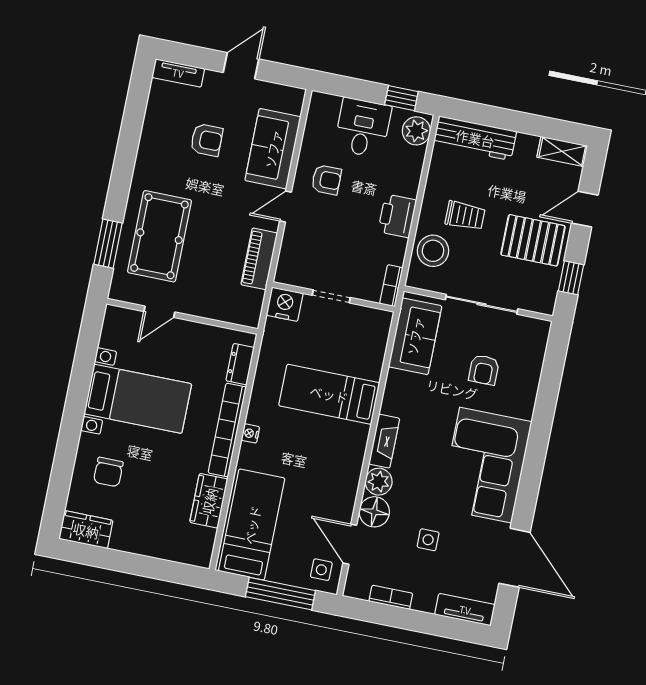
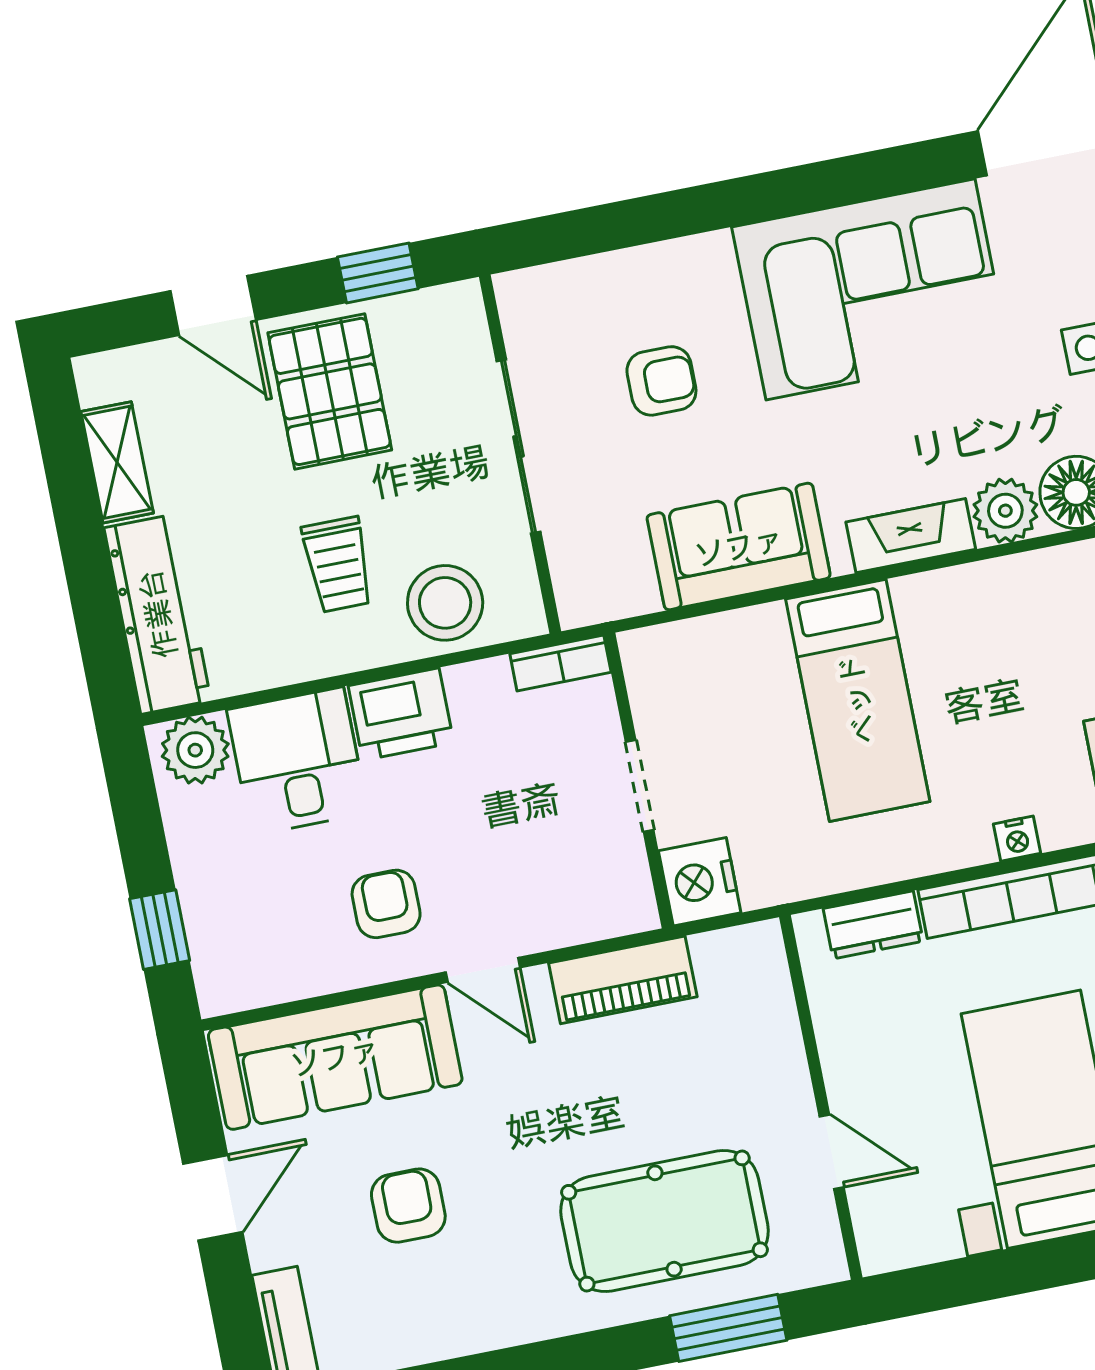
door: (241, 66) -> (213, 1198), swing flipped
window: (401, 98) -> (160, 930), moved
desk: (363, 128) -> (297, 761), moved, turned 90
sofa: (273, 149) -> (335, 1057), width x1.36
shelving: (562, 151) -> (117, 462), moved
trolley: (465, 216) -> (338, 565), turned 180
sofa: (415, 336) -> (739, 547), moved

